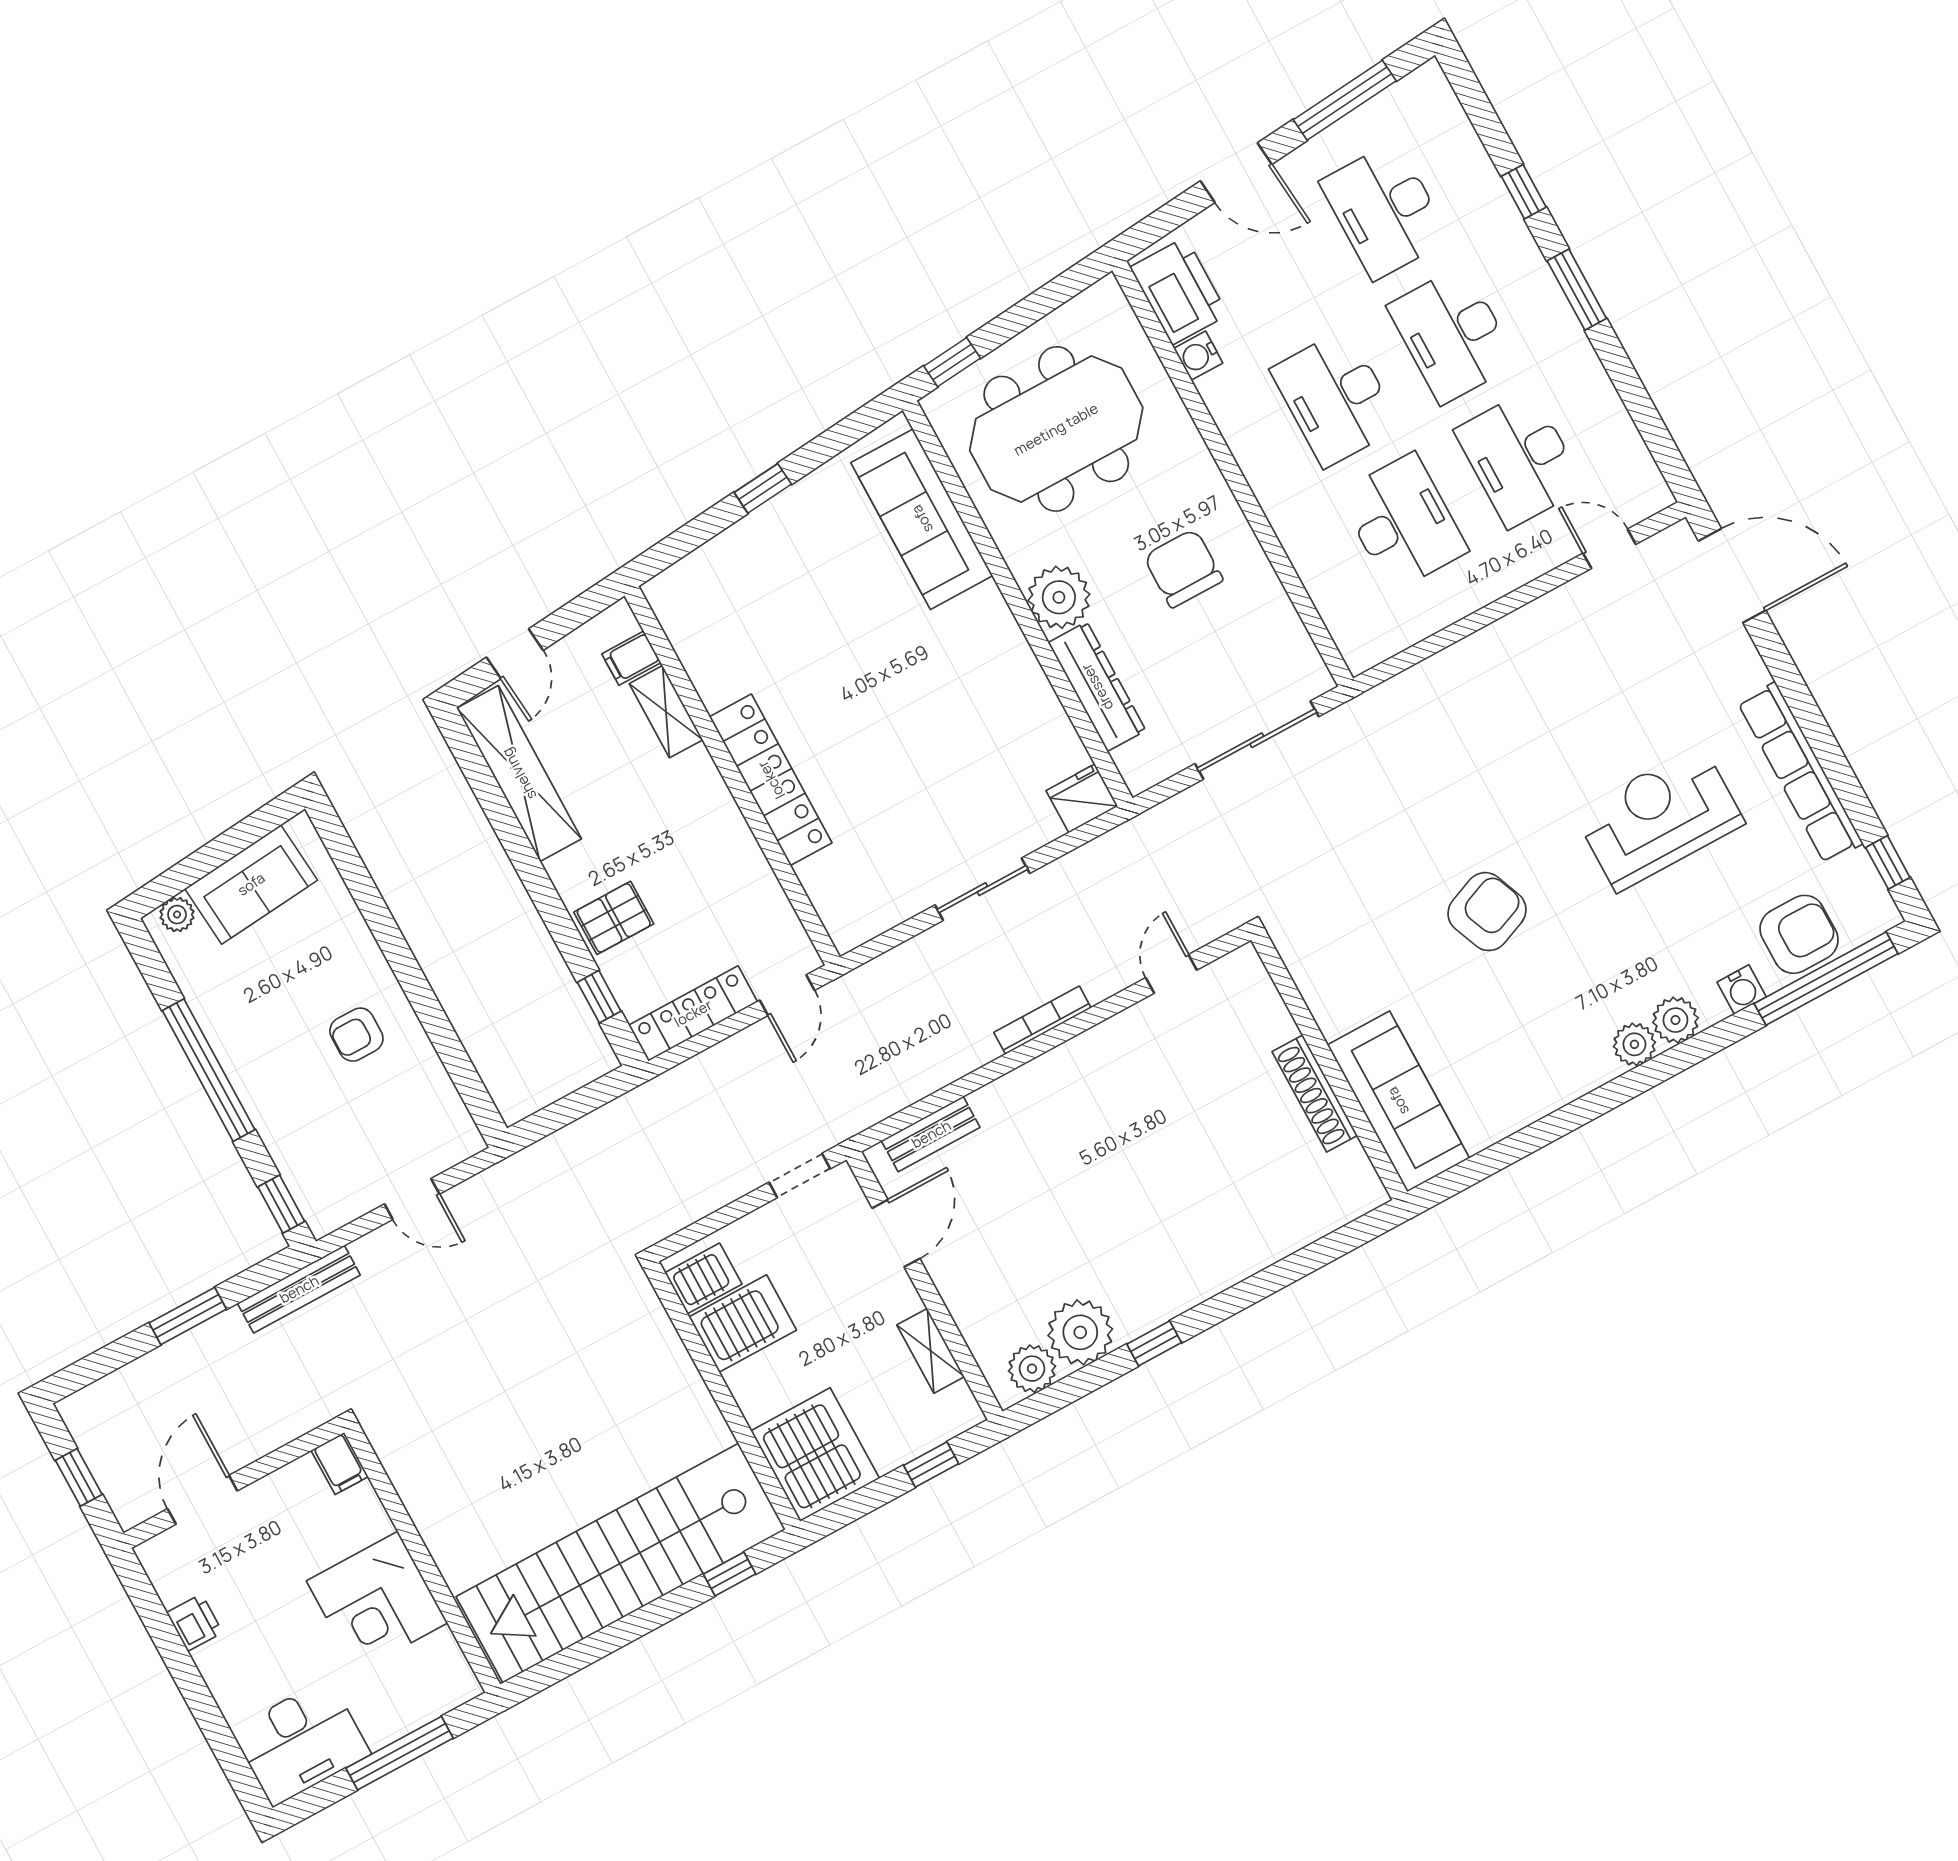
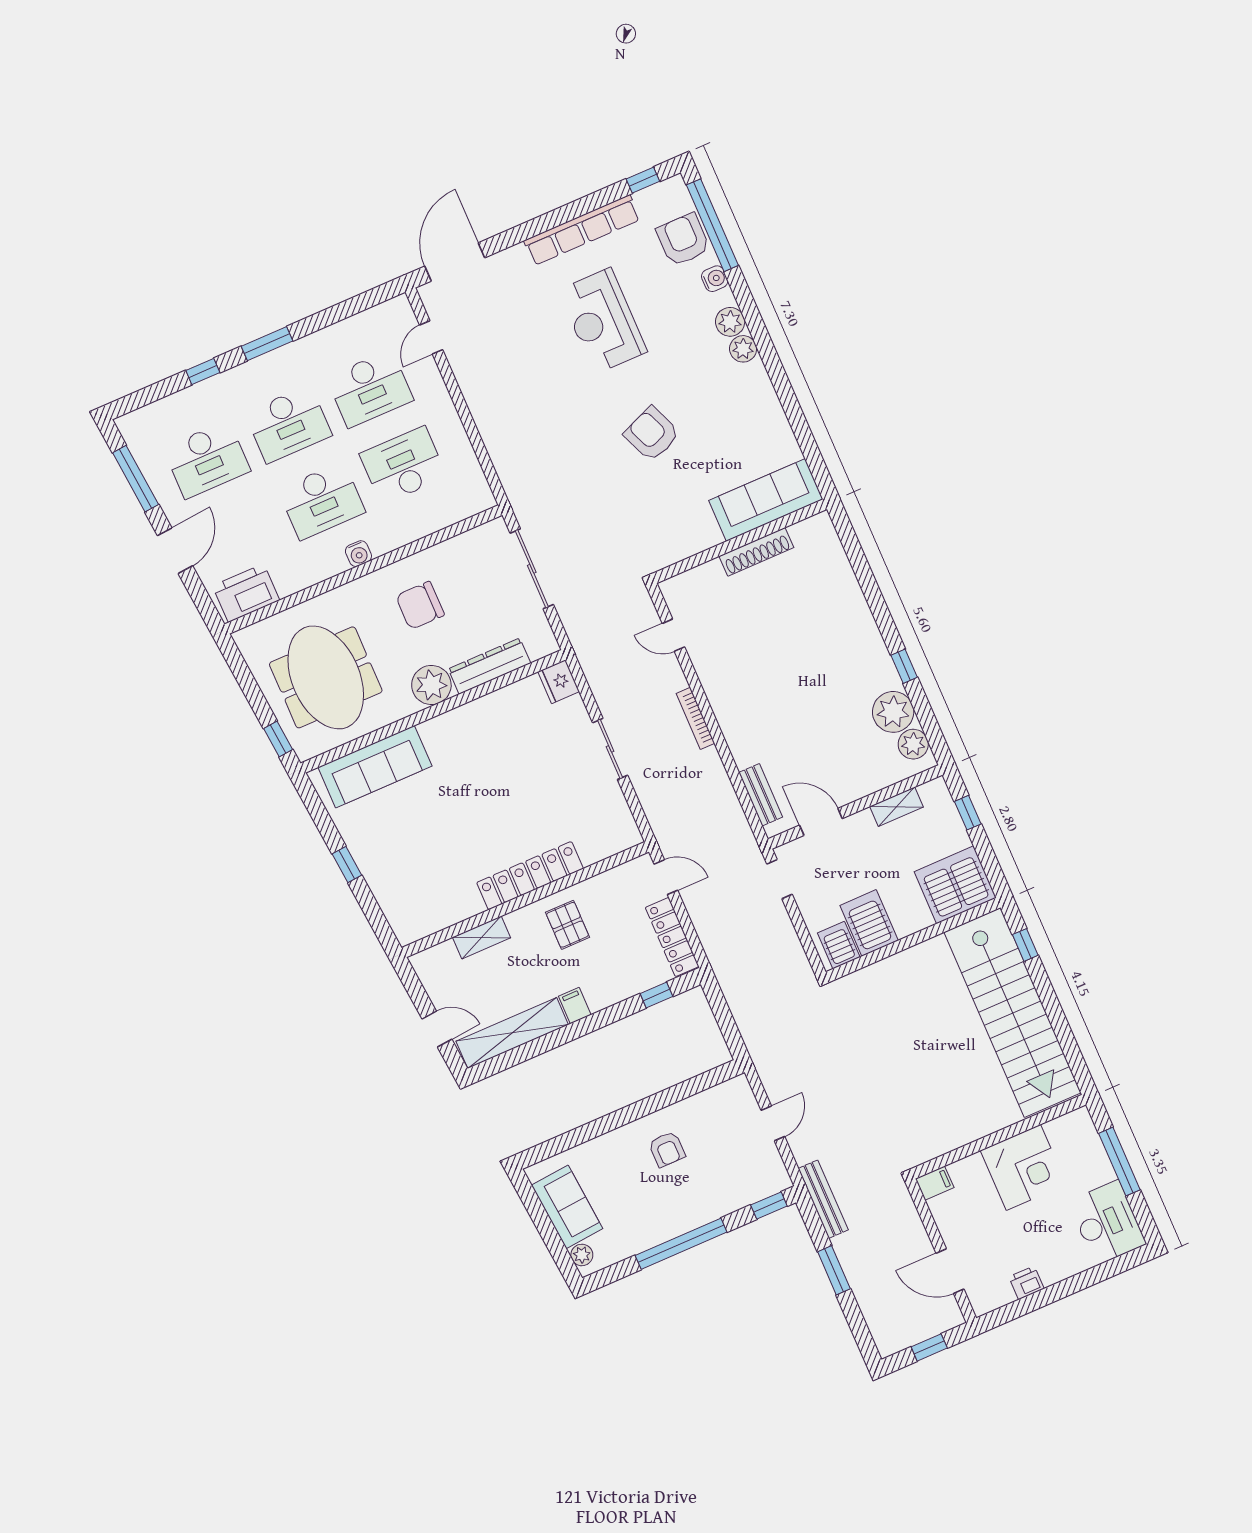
water cooler: (1198, 356) -> (358, 554), moved
filing cabinet: (631, 658) -> (575, 1006), moved, turned 180
pallet: (614, 918) -> (567, 925), moved

